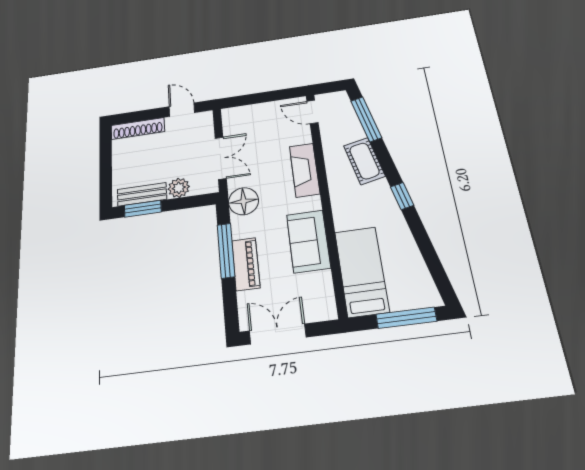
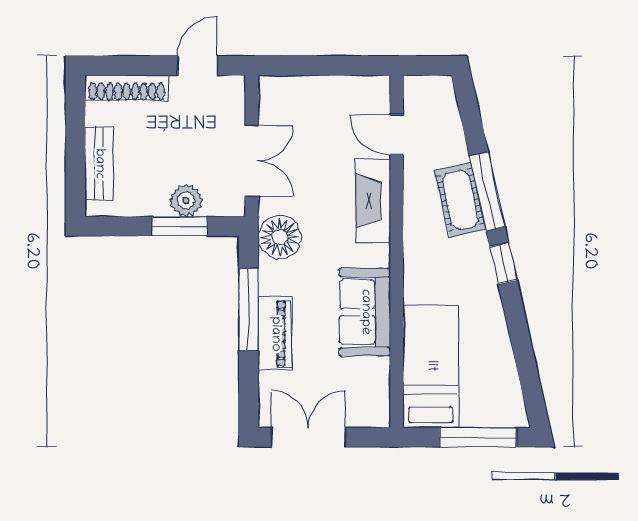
door: (182, 110) -> (197, 66), hinge flipped
door: (312, 112) -> (397, 135), moved
window: (366, 119) -> (487, 191), moved
bench: (142, 194) -> (99, 164), moved, turned 90
window: (143, 209) -> (180, 226), moved

